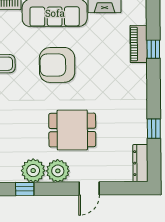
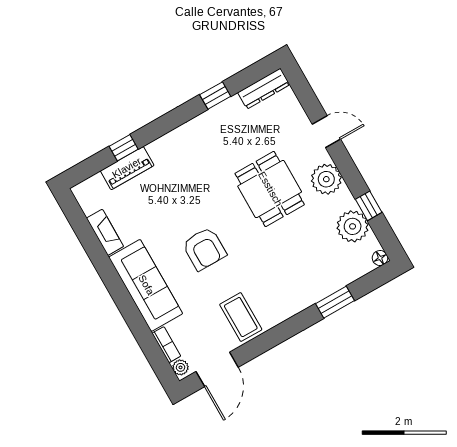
armchair: (57, 65) -> (204, 249), width x0.73, depth x0.73
plant: (33, 171) -> (353, 226), moved

